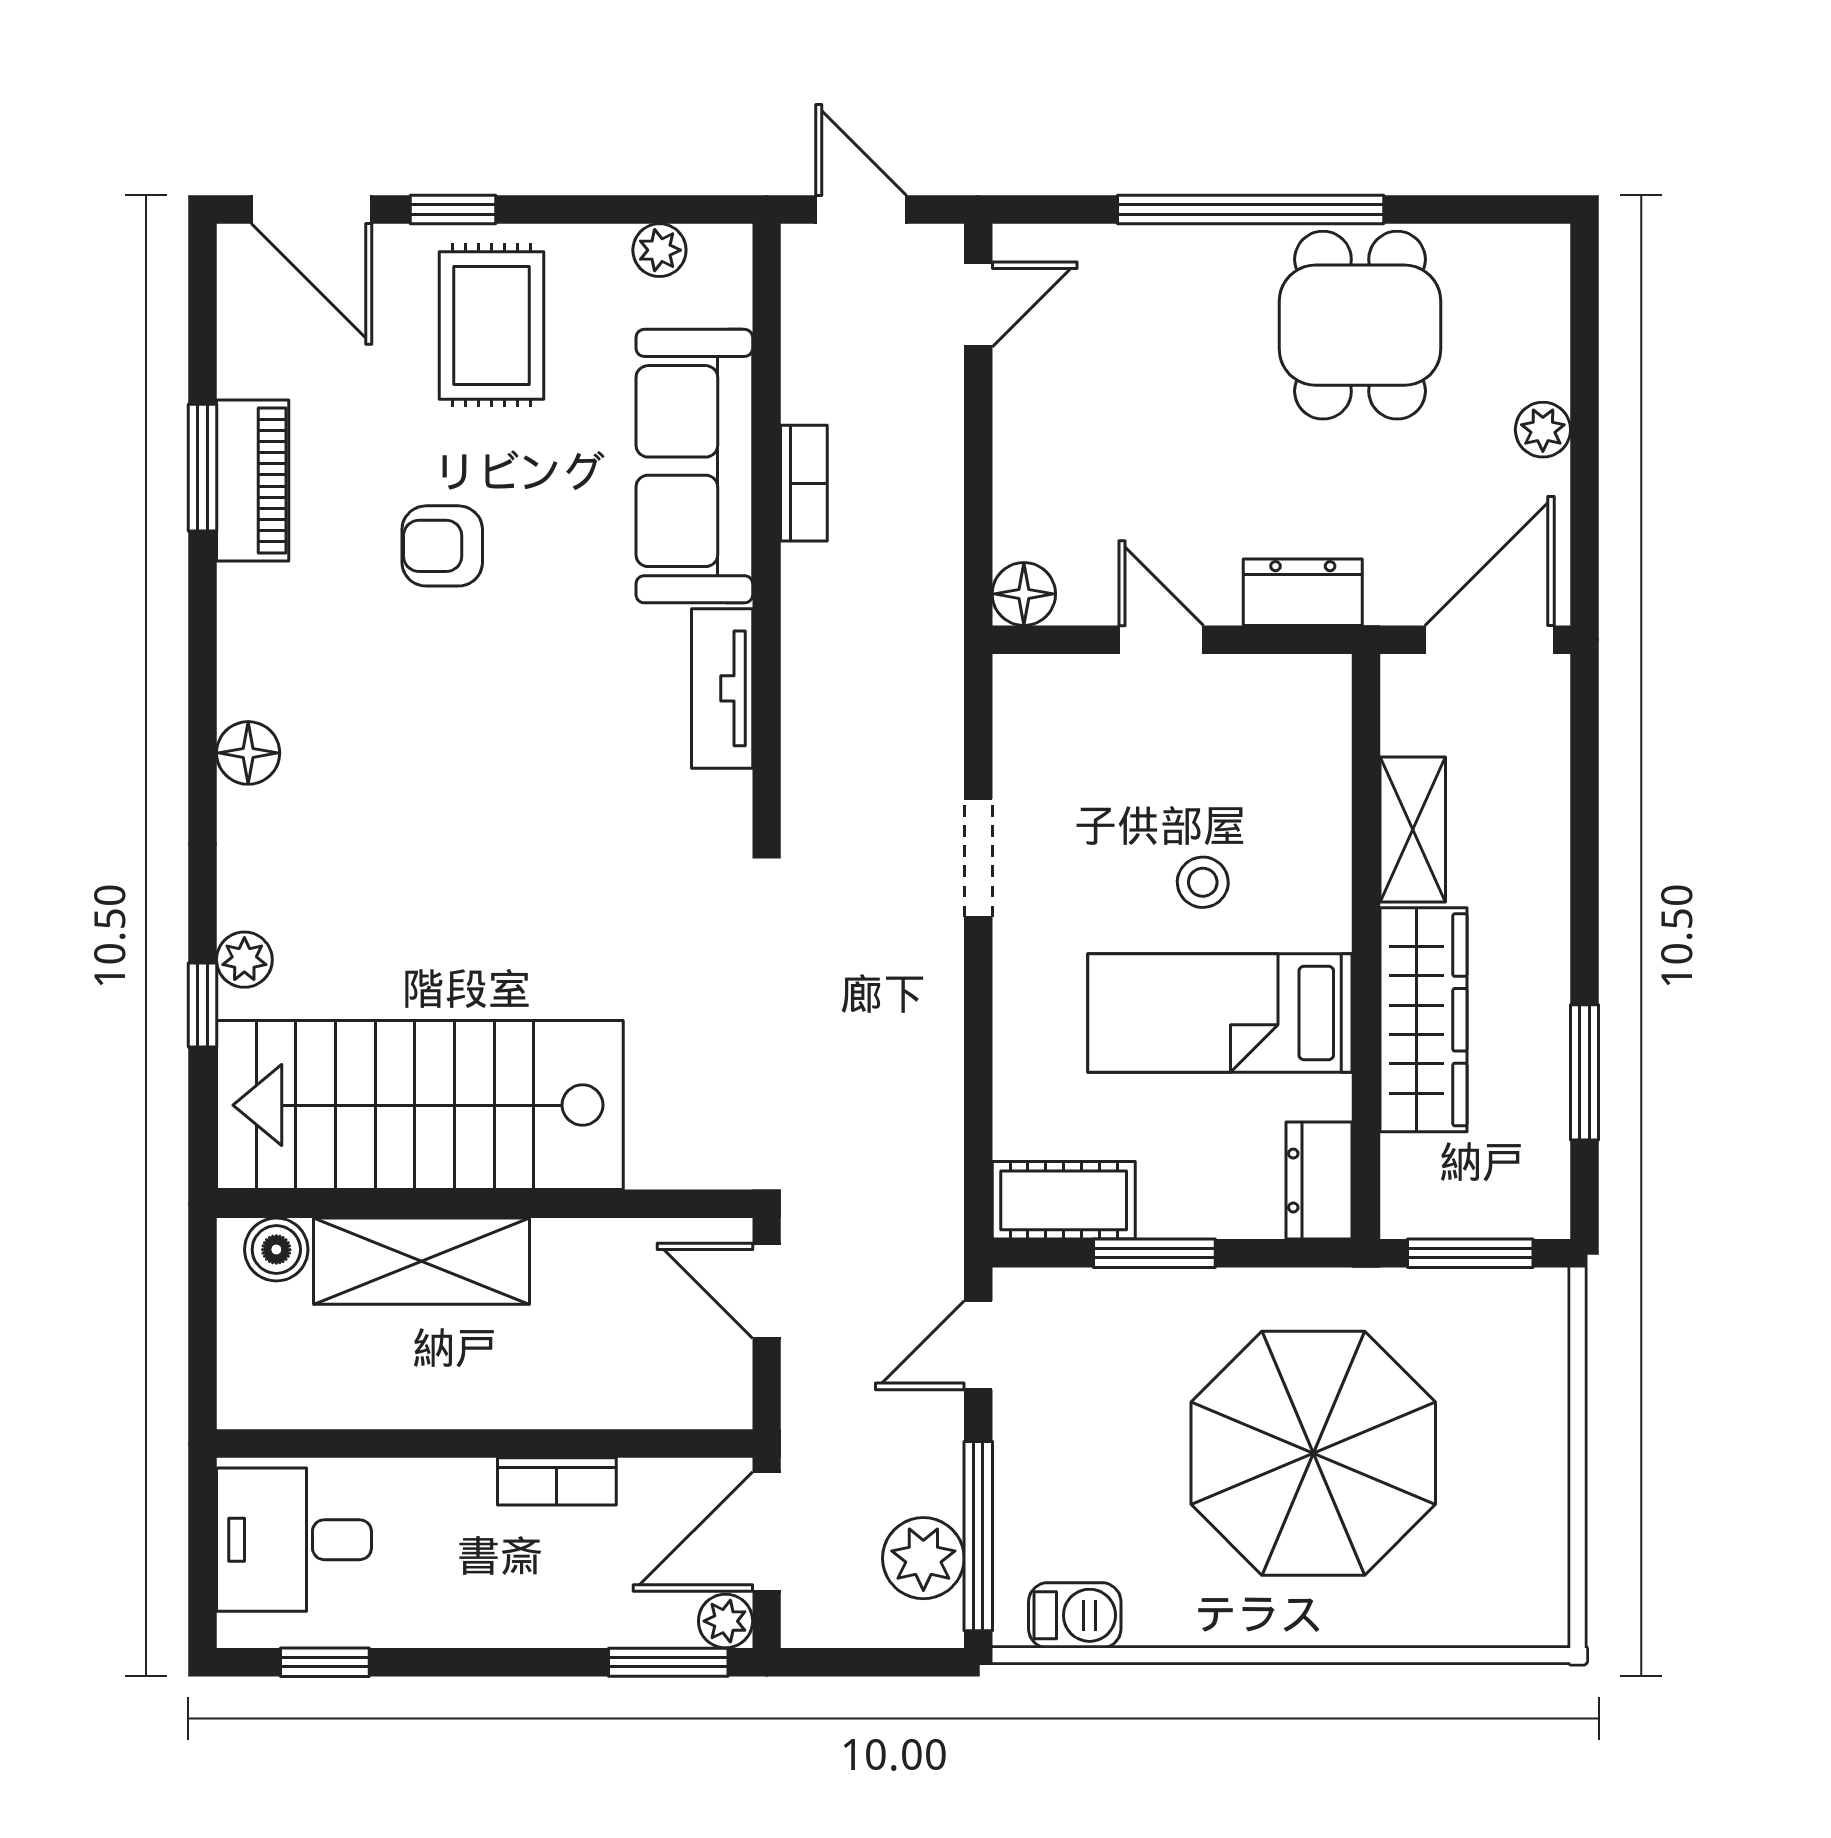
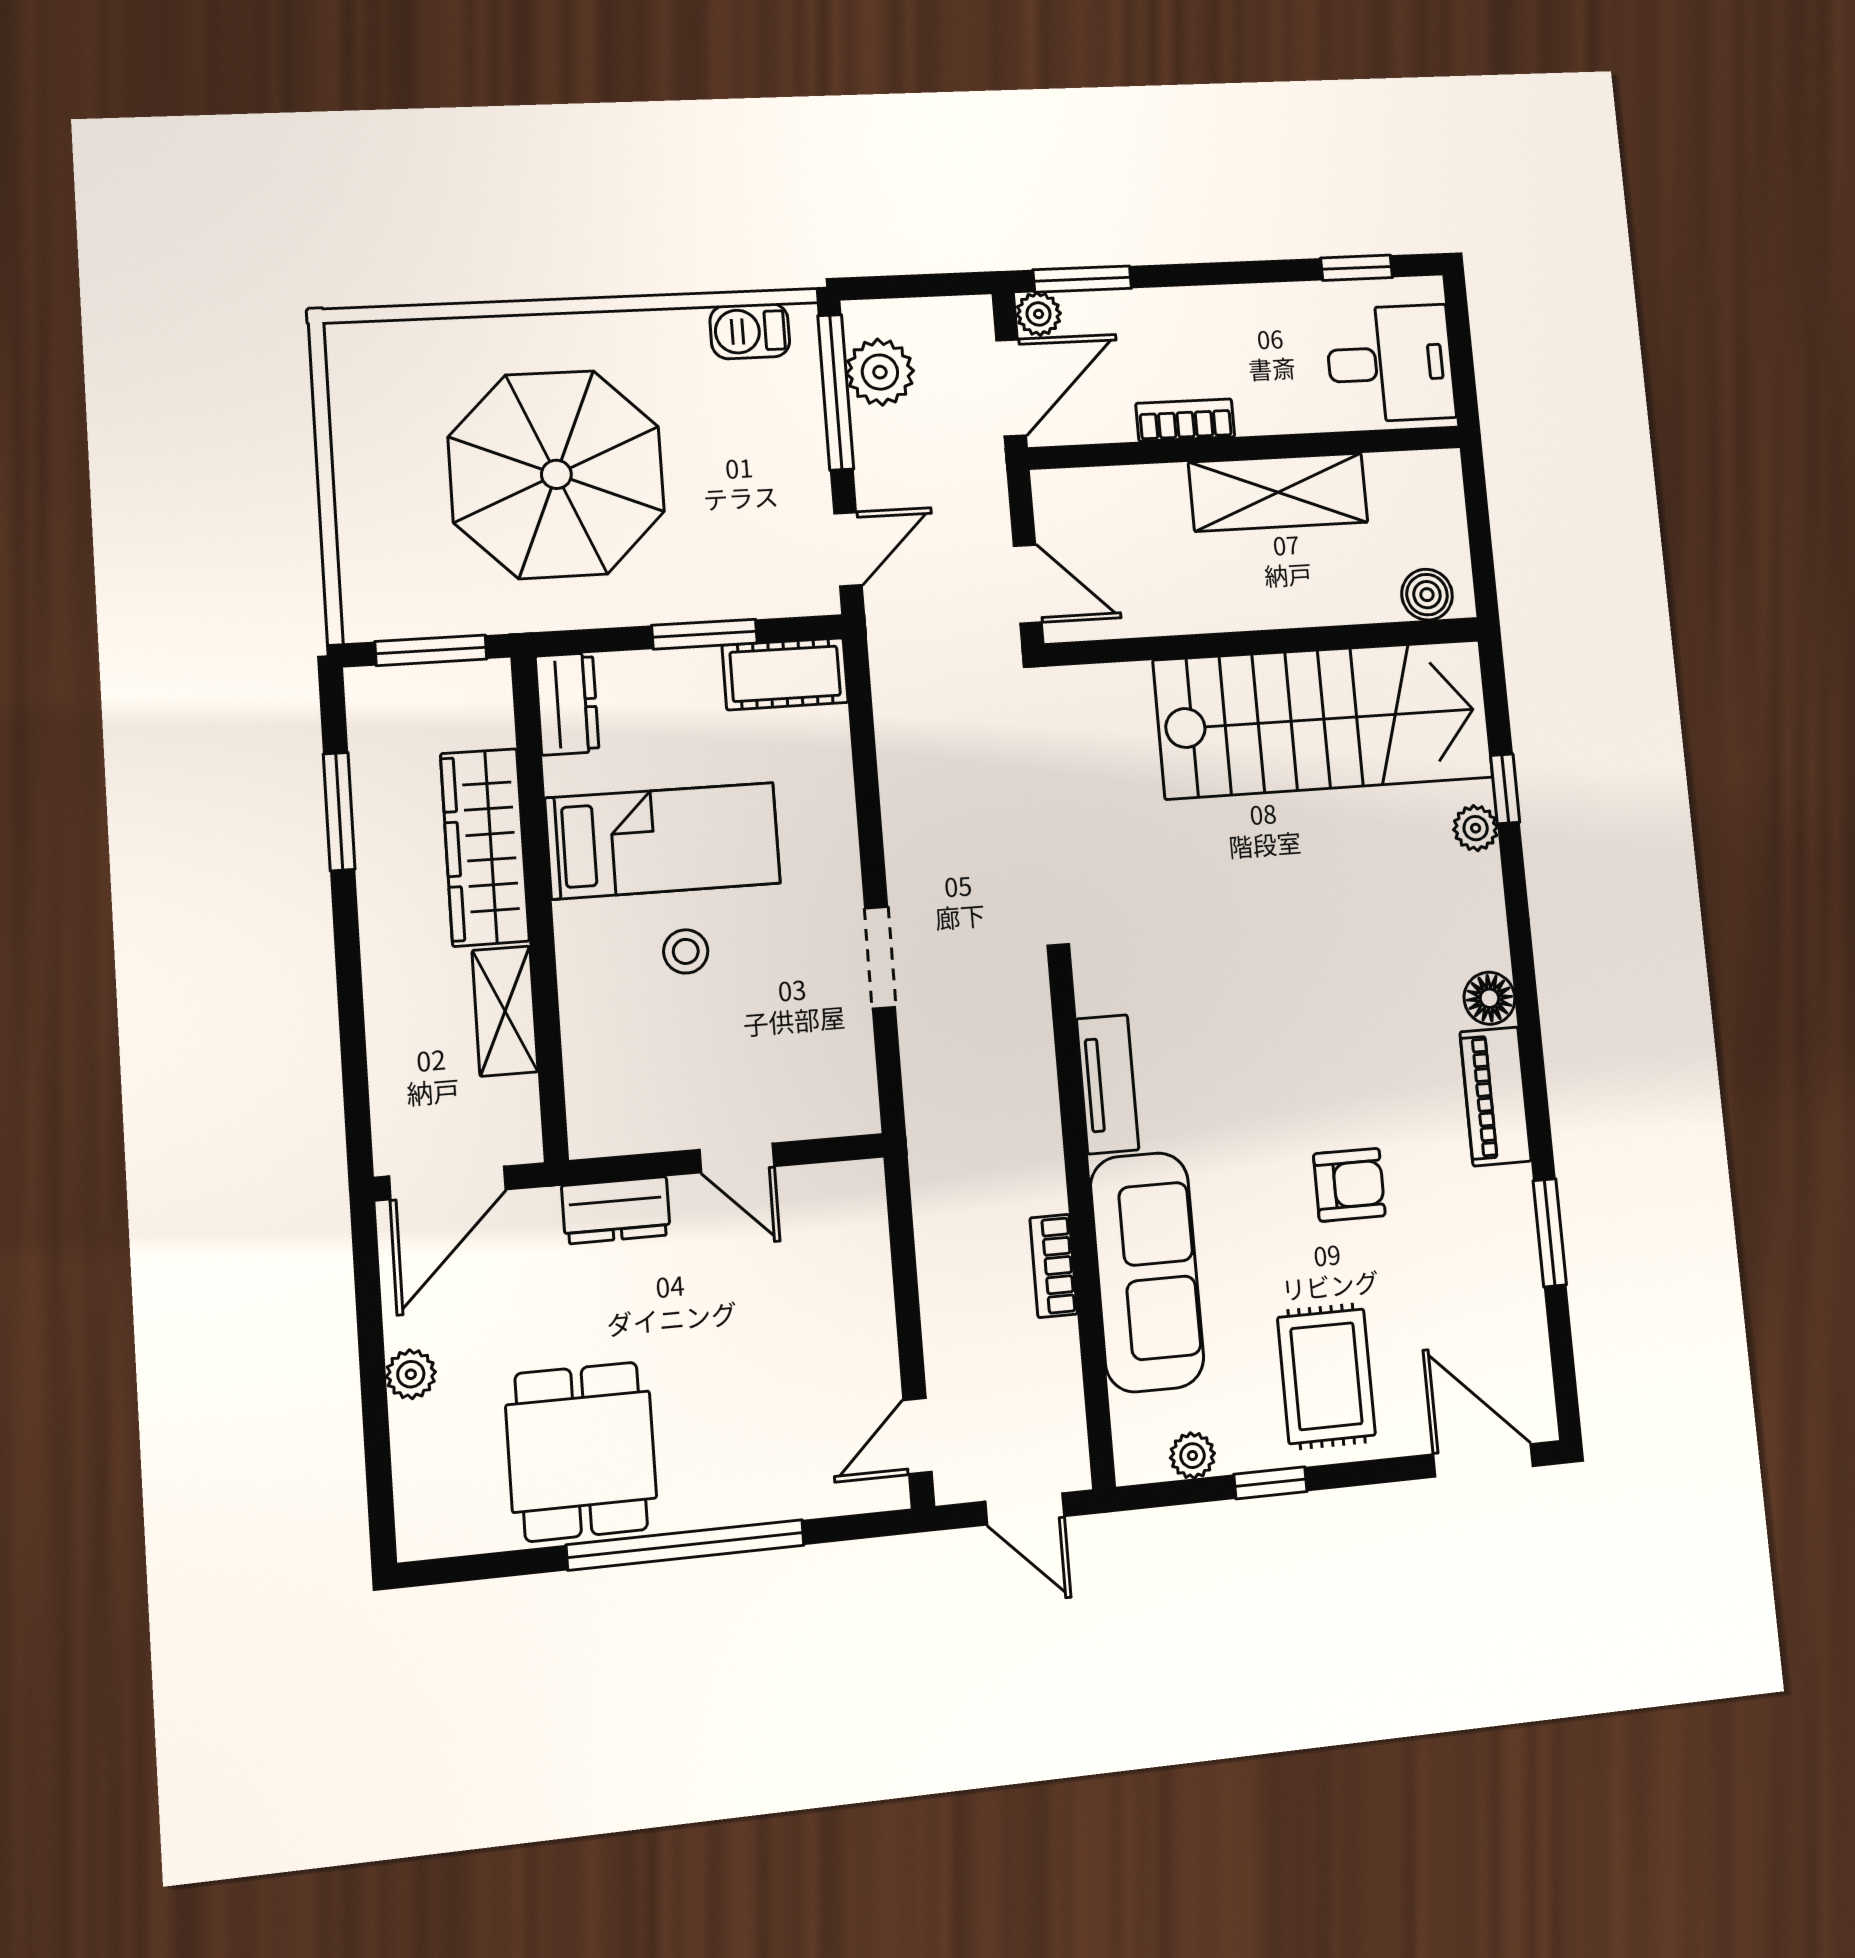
window: (453, 210) -> (1270, 1483), moved
piano: (253, 481) -> (1496, 1096), moved
floor lamp: (1024, 594) -> (859, 1187), removed
shelving: (421, 1261) -> (1278, 492), moved

